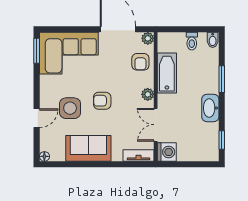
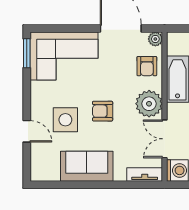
plant: (148, 94) -> (149, 104), width x1.88, depth x1.88
door: (37, 118) -> (27, 131), hinge flipped
floor lamp: (44, 156) -> (36, 176), removed

